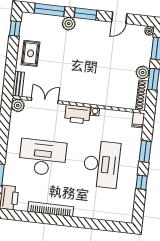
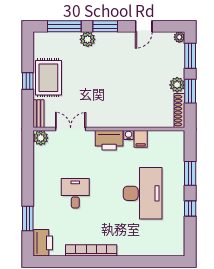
window: (15, 28) -> (28, 81), moved
rug: (31, 53) -> (48, 78), width x1.36, depth x1.43
filing cabinet: (138, 120) -> (141, 139), moved
desk: (42, 157) -> (75, 193), width x0.53, depth x0.77

